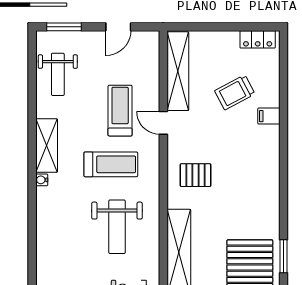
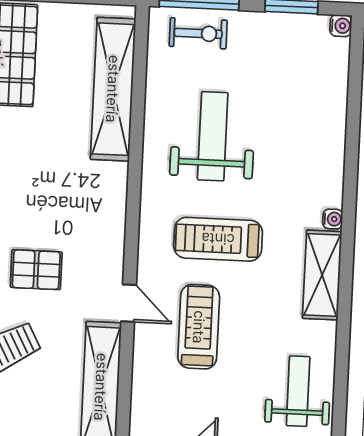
treadmill: (120, 111) -> (199, 327), turned 180
pallet: (195, 175) -> (36, 270), moved

